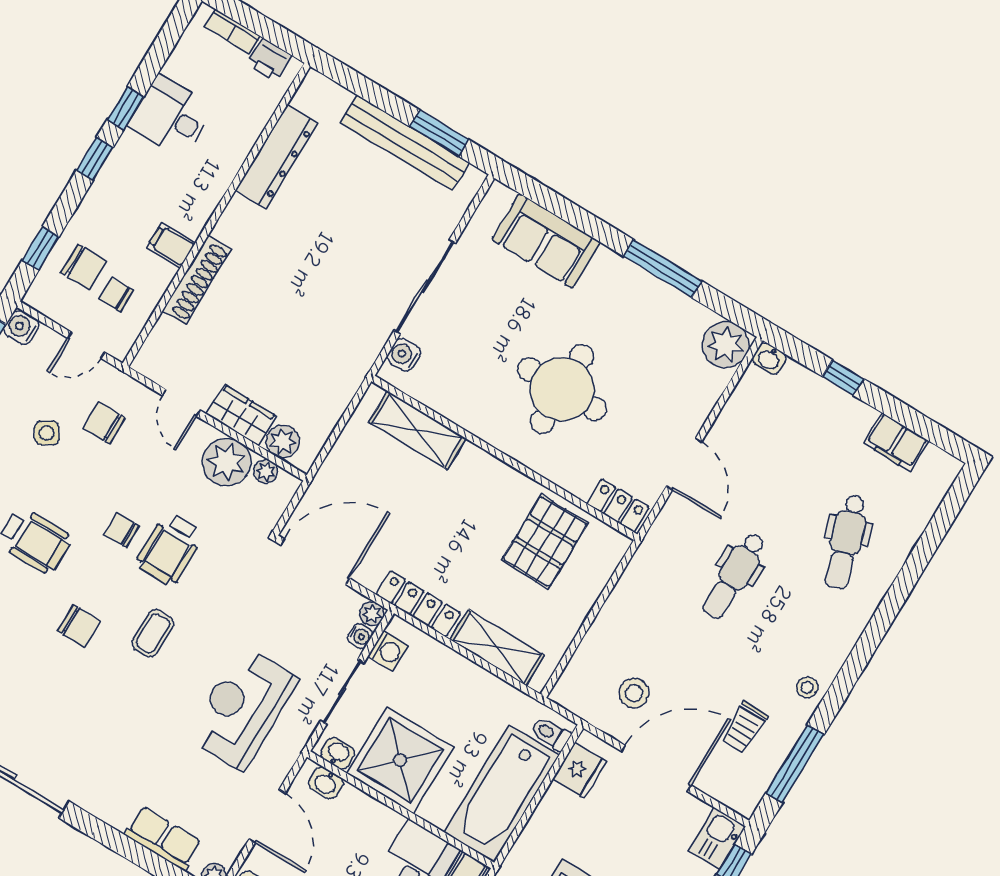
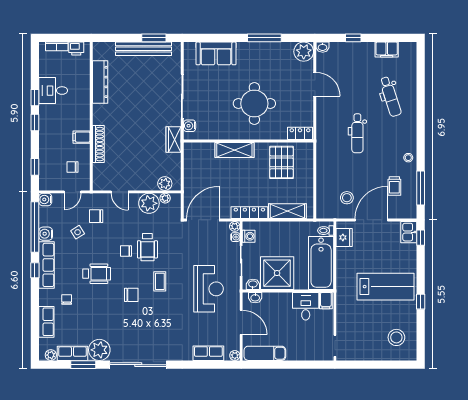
chair: (84, 267) -> (55, 164), removed
wardrobe: (241, 415) -> (173, 140), moved, turned -90
shelving: (417, 430) -> (234, 150), moved
door: (684, 464) -> (315, 84), moved
reception desk: (242, 708) -> (209, 289), turned 180

